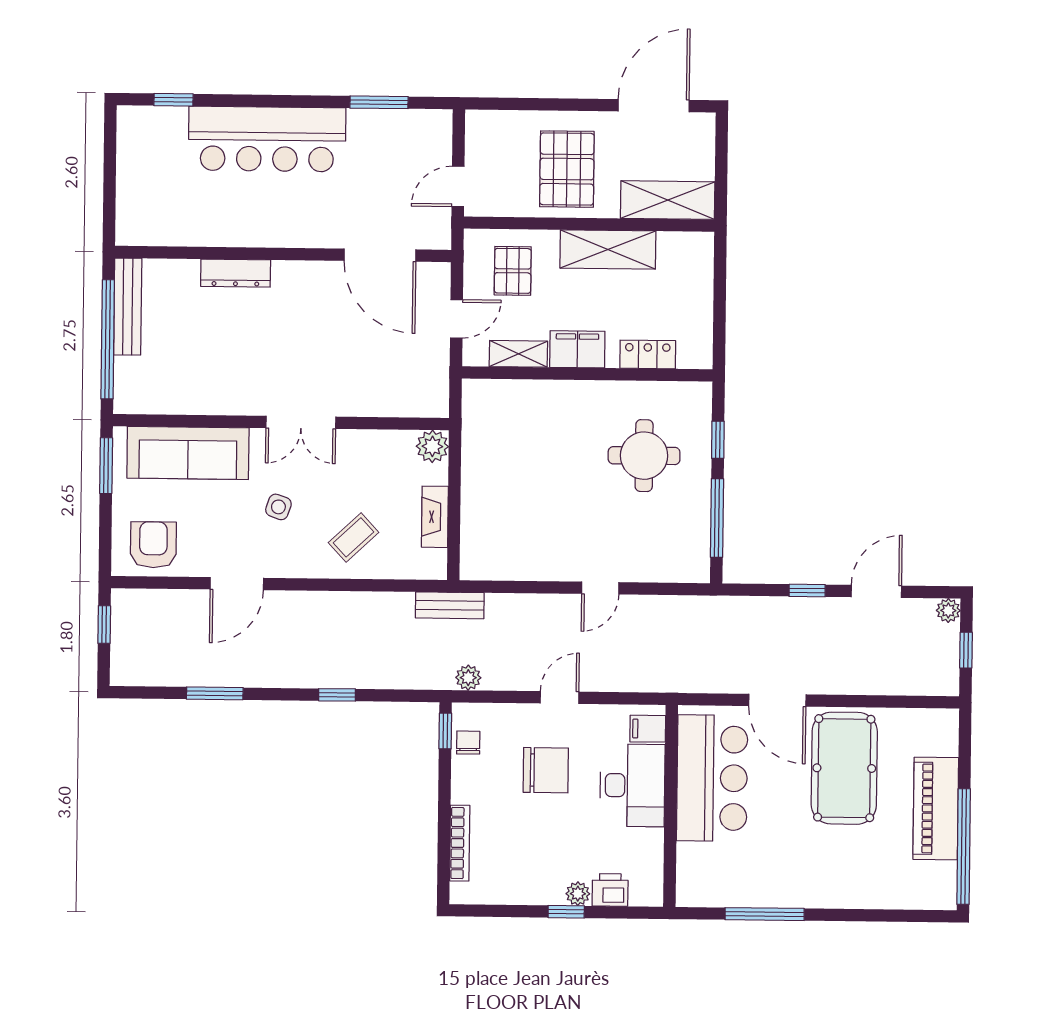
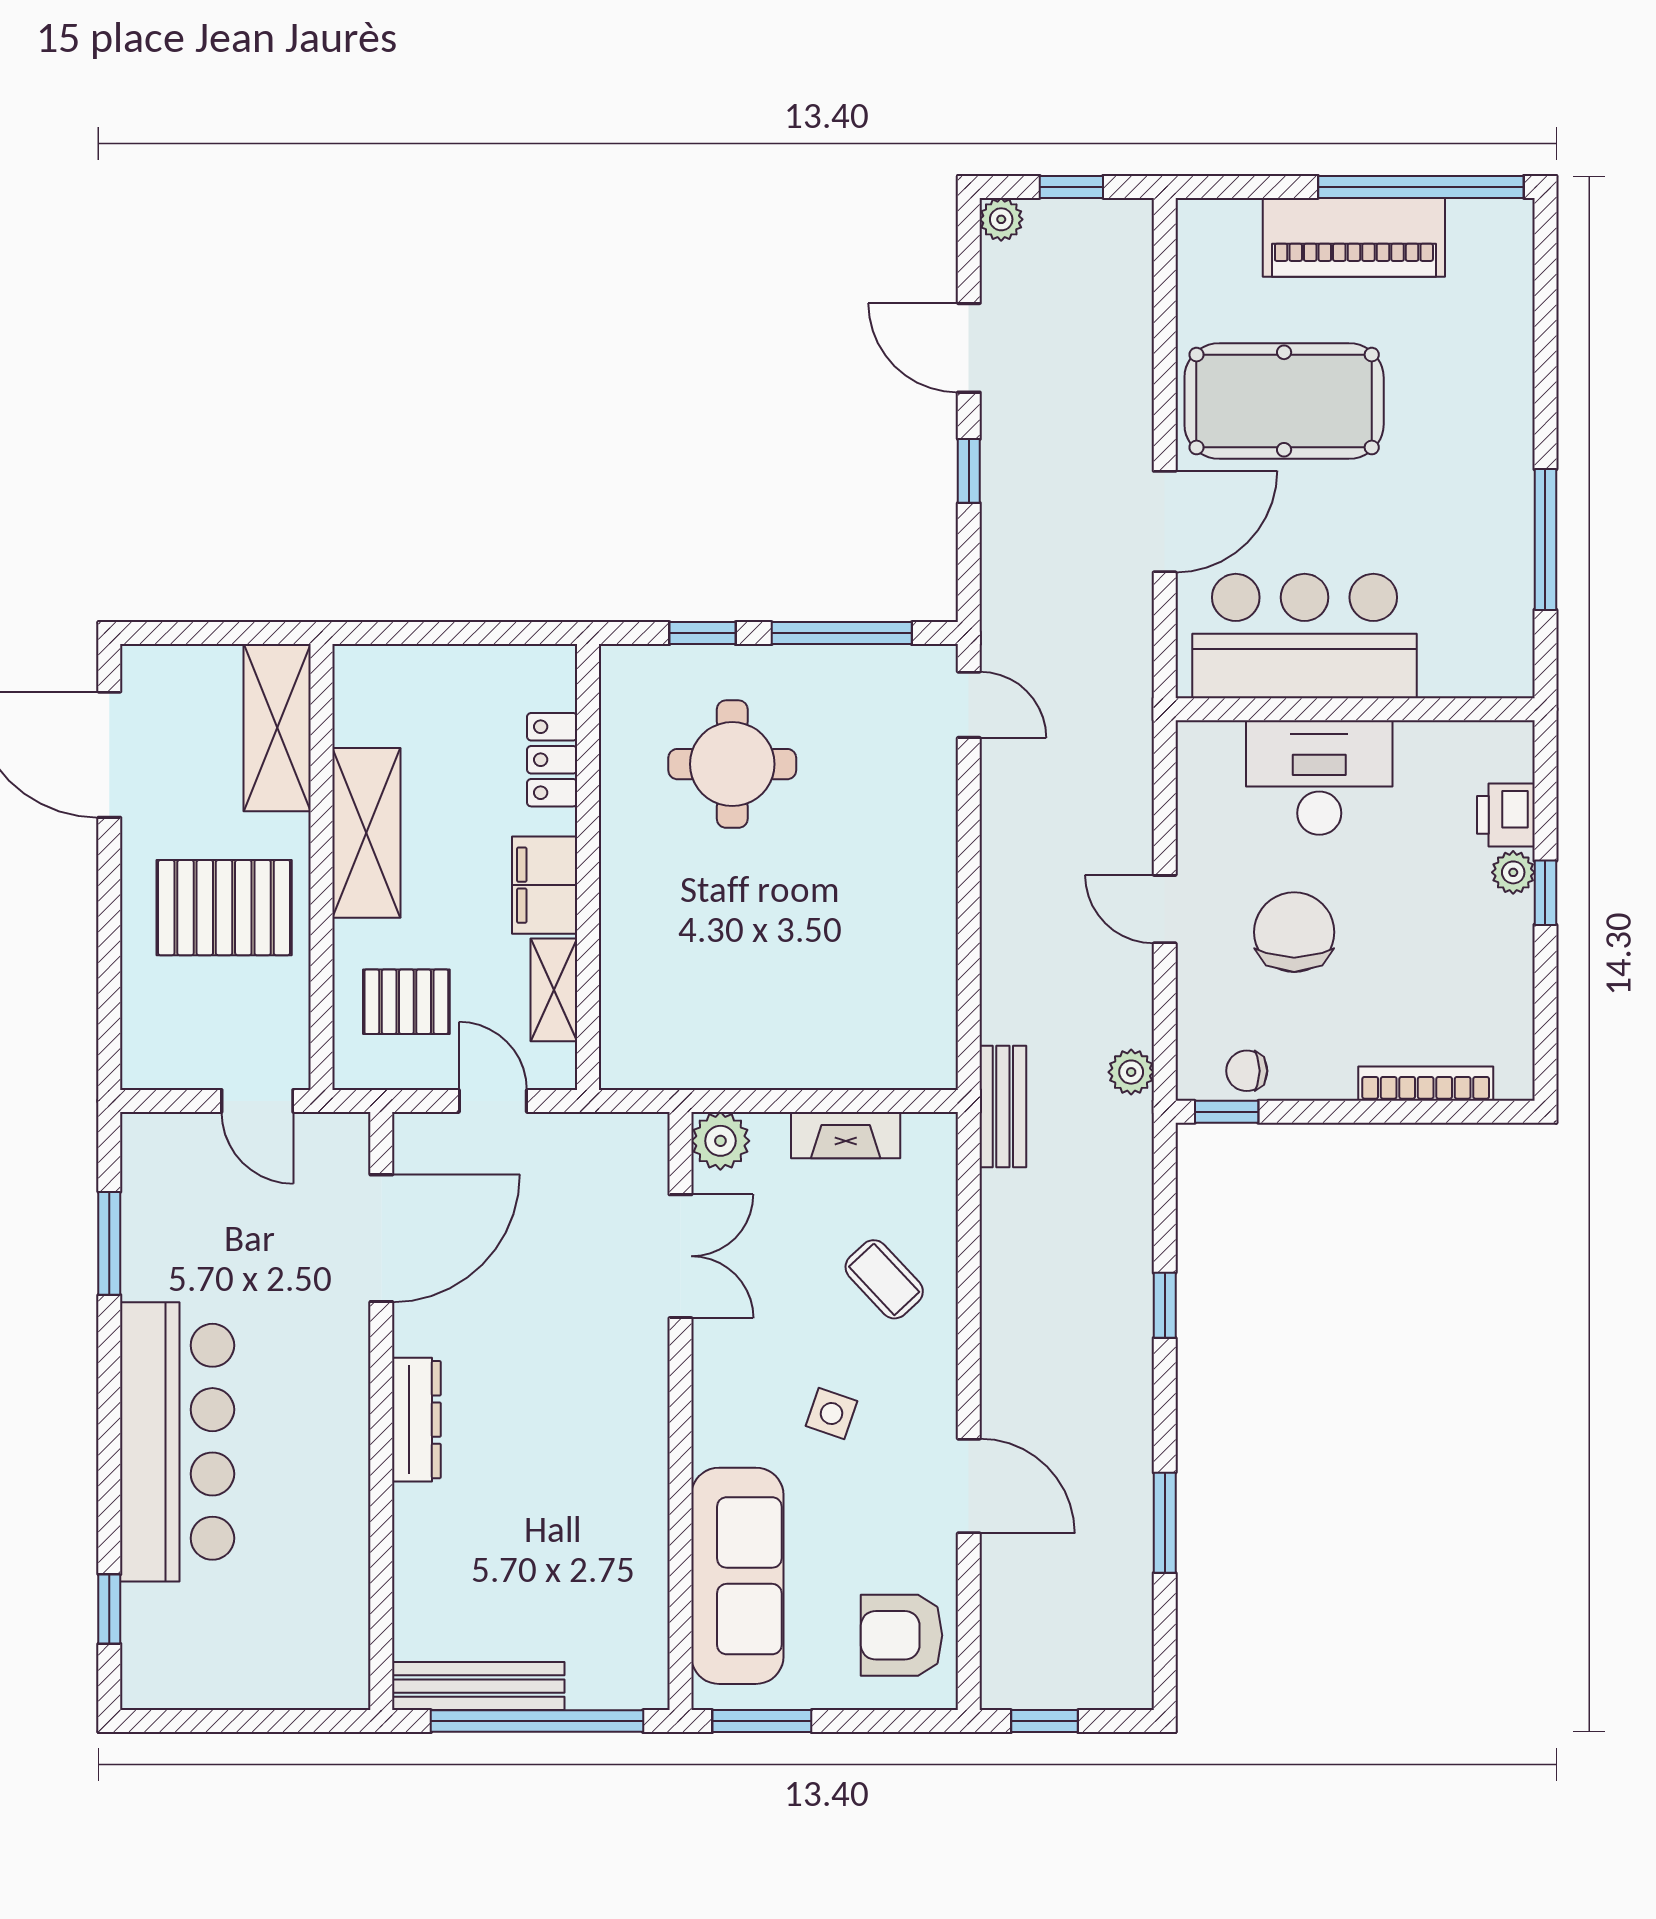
dresser: (236, 273) -> (416, 1420), moved
double door: (301, 422) -> (680, 1256), moved
door: (600, 588) -> (969, 705), moved
filing cabinet: (648, 729) -> (1218, 752), removed

